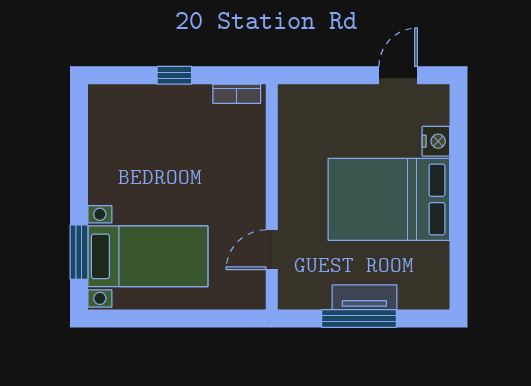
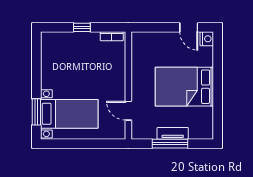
door: (398, 75) -> (189, 27), swing flipped
nightstand: (436, 141) -> (207, 39), moved
door: (272, 250) -> (128, 111), hinge flipped

